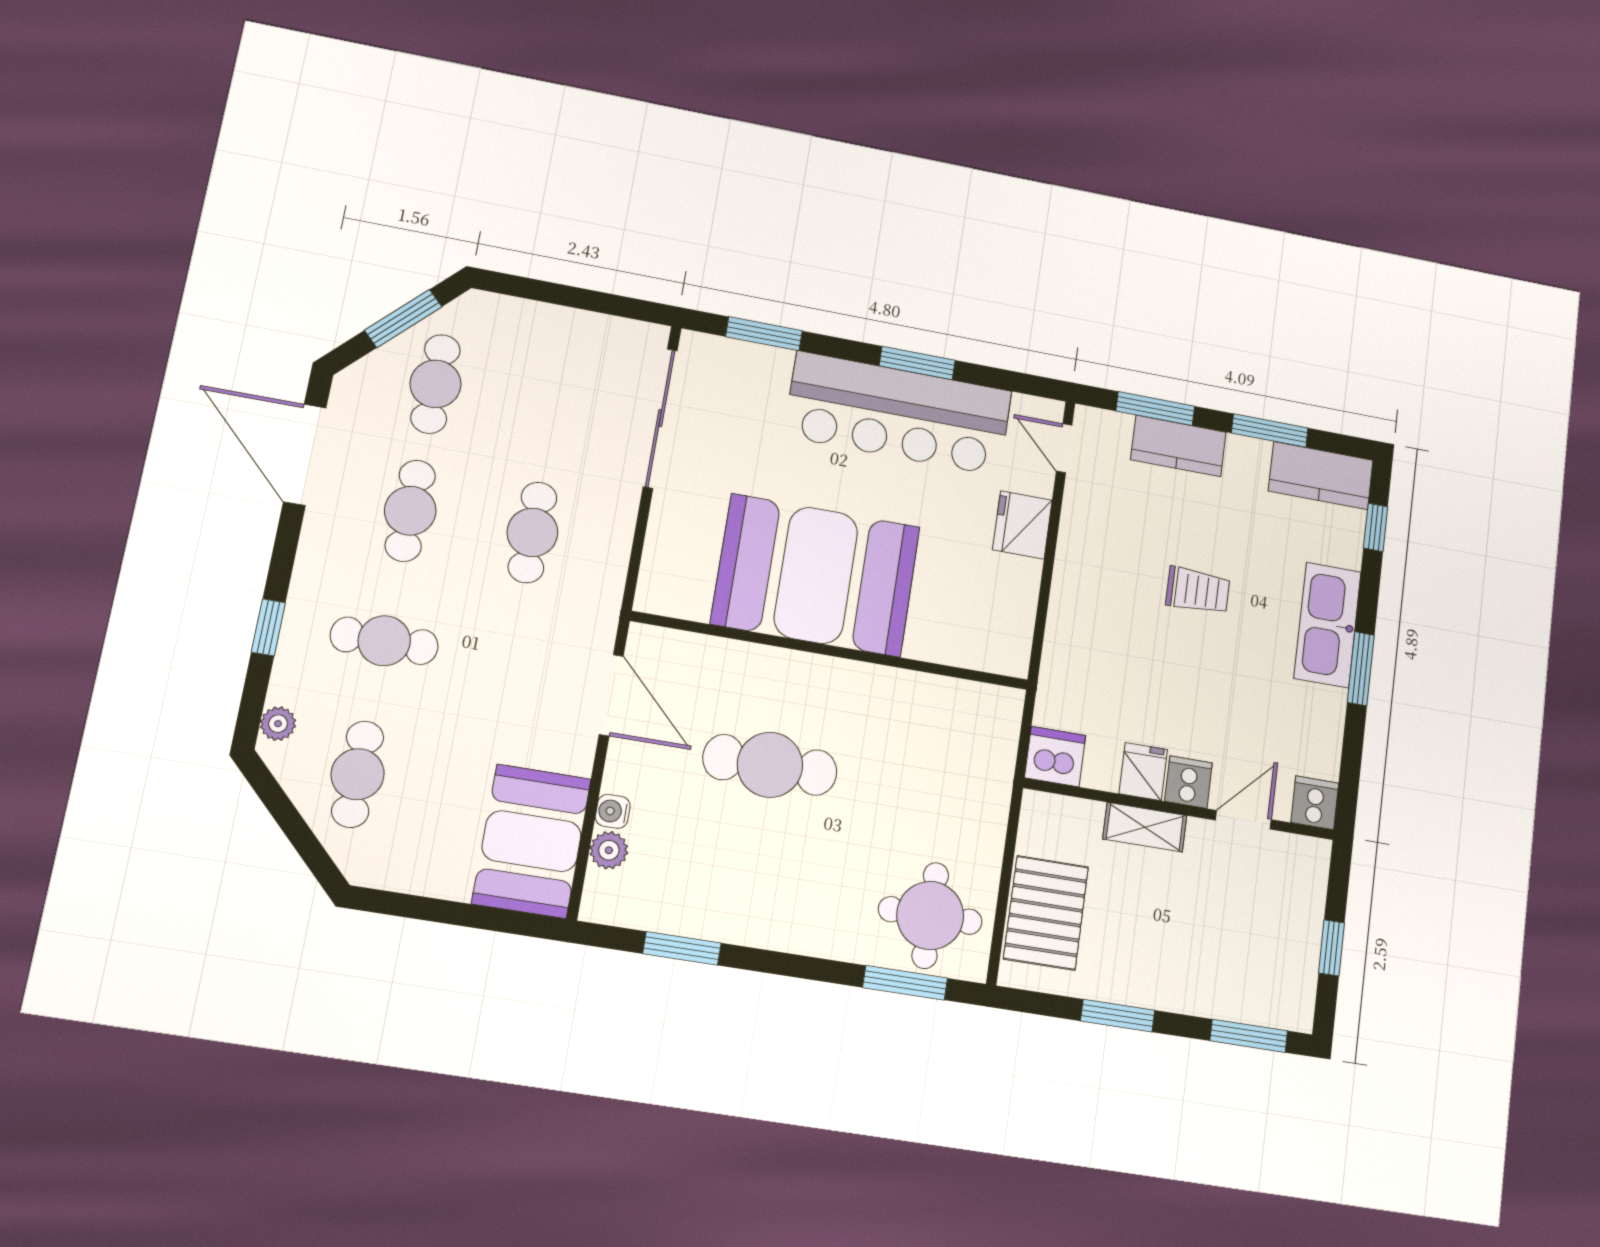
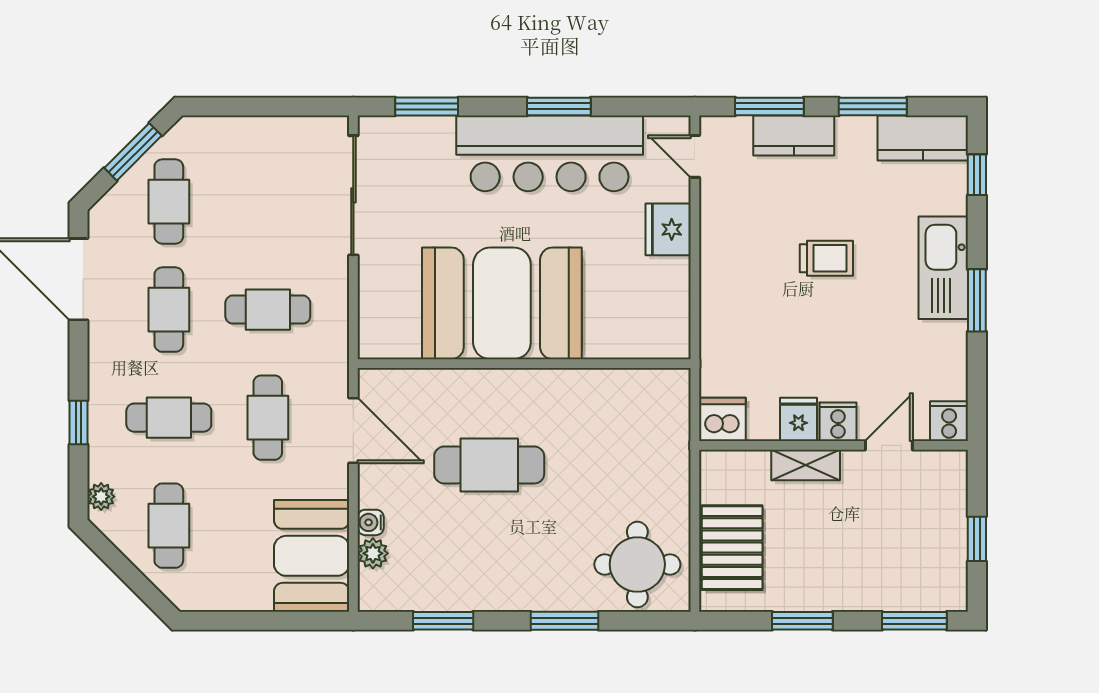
cafe table: (532, 532) -> (268, 310), turned 90
cafe table: (508, 662) -> (268, 418), added
window: (905, 983) -> (564, 621), moved

